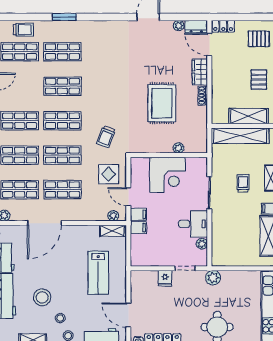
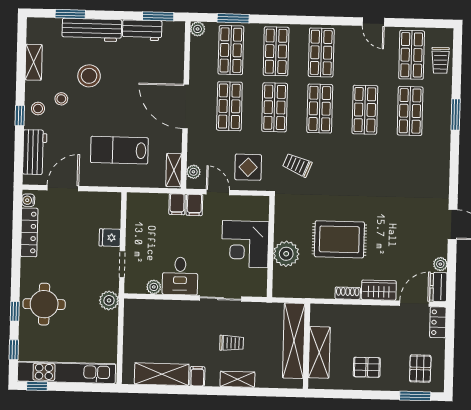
plant: (179, 148) -> (286, 254), width x1.87, depth x1.87
door: (128, 197) -> (218, 192), hinge flipped
door: (44, 223) -> (186, 106), moved

